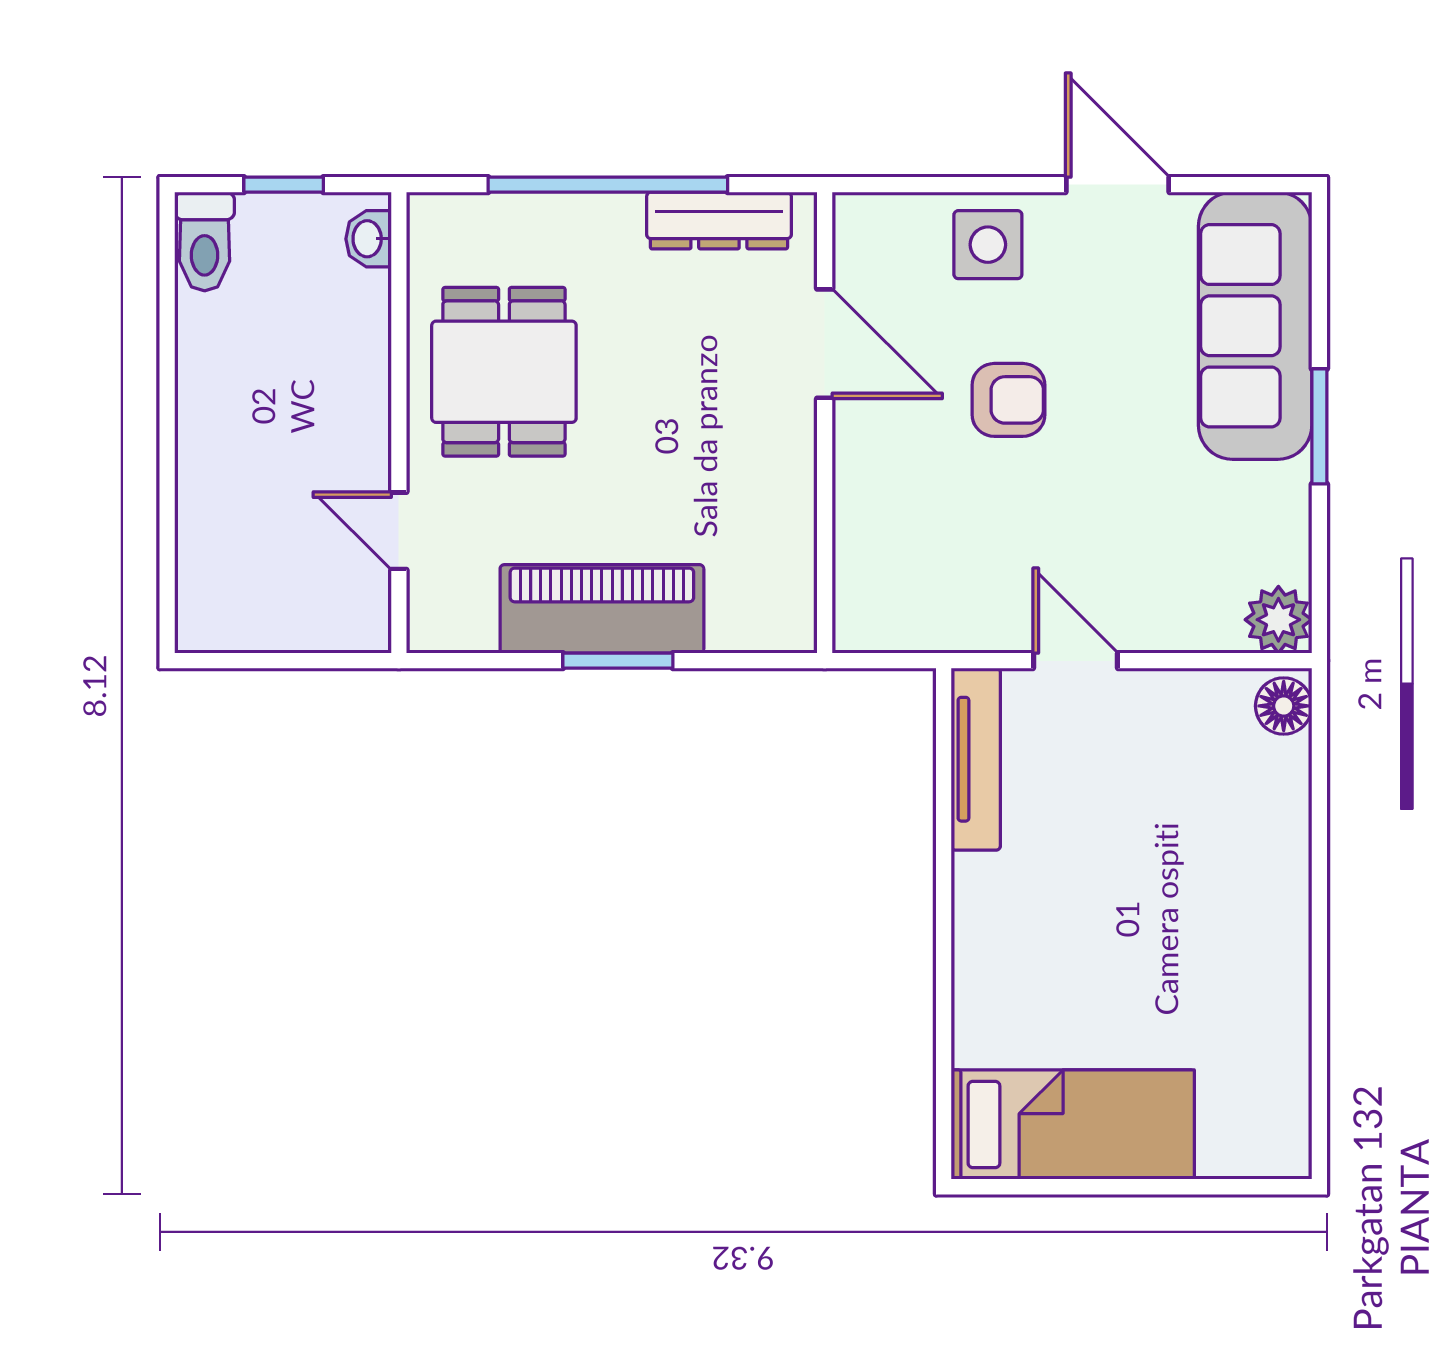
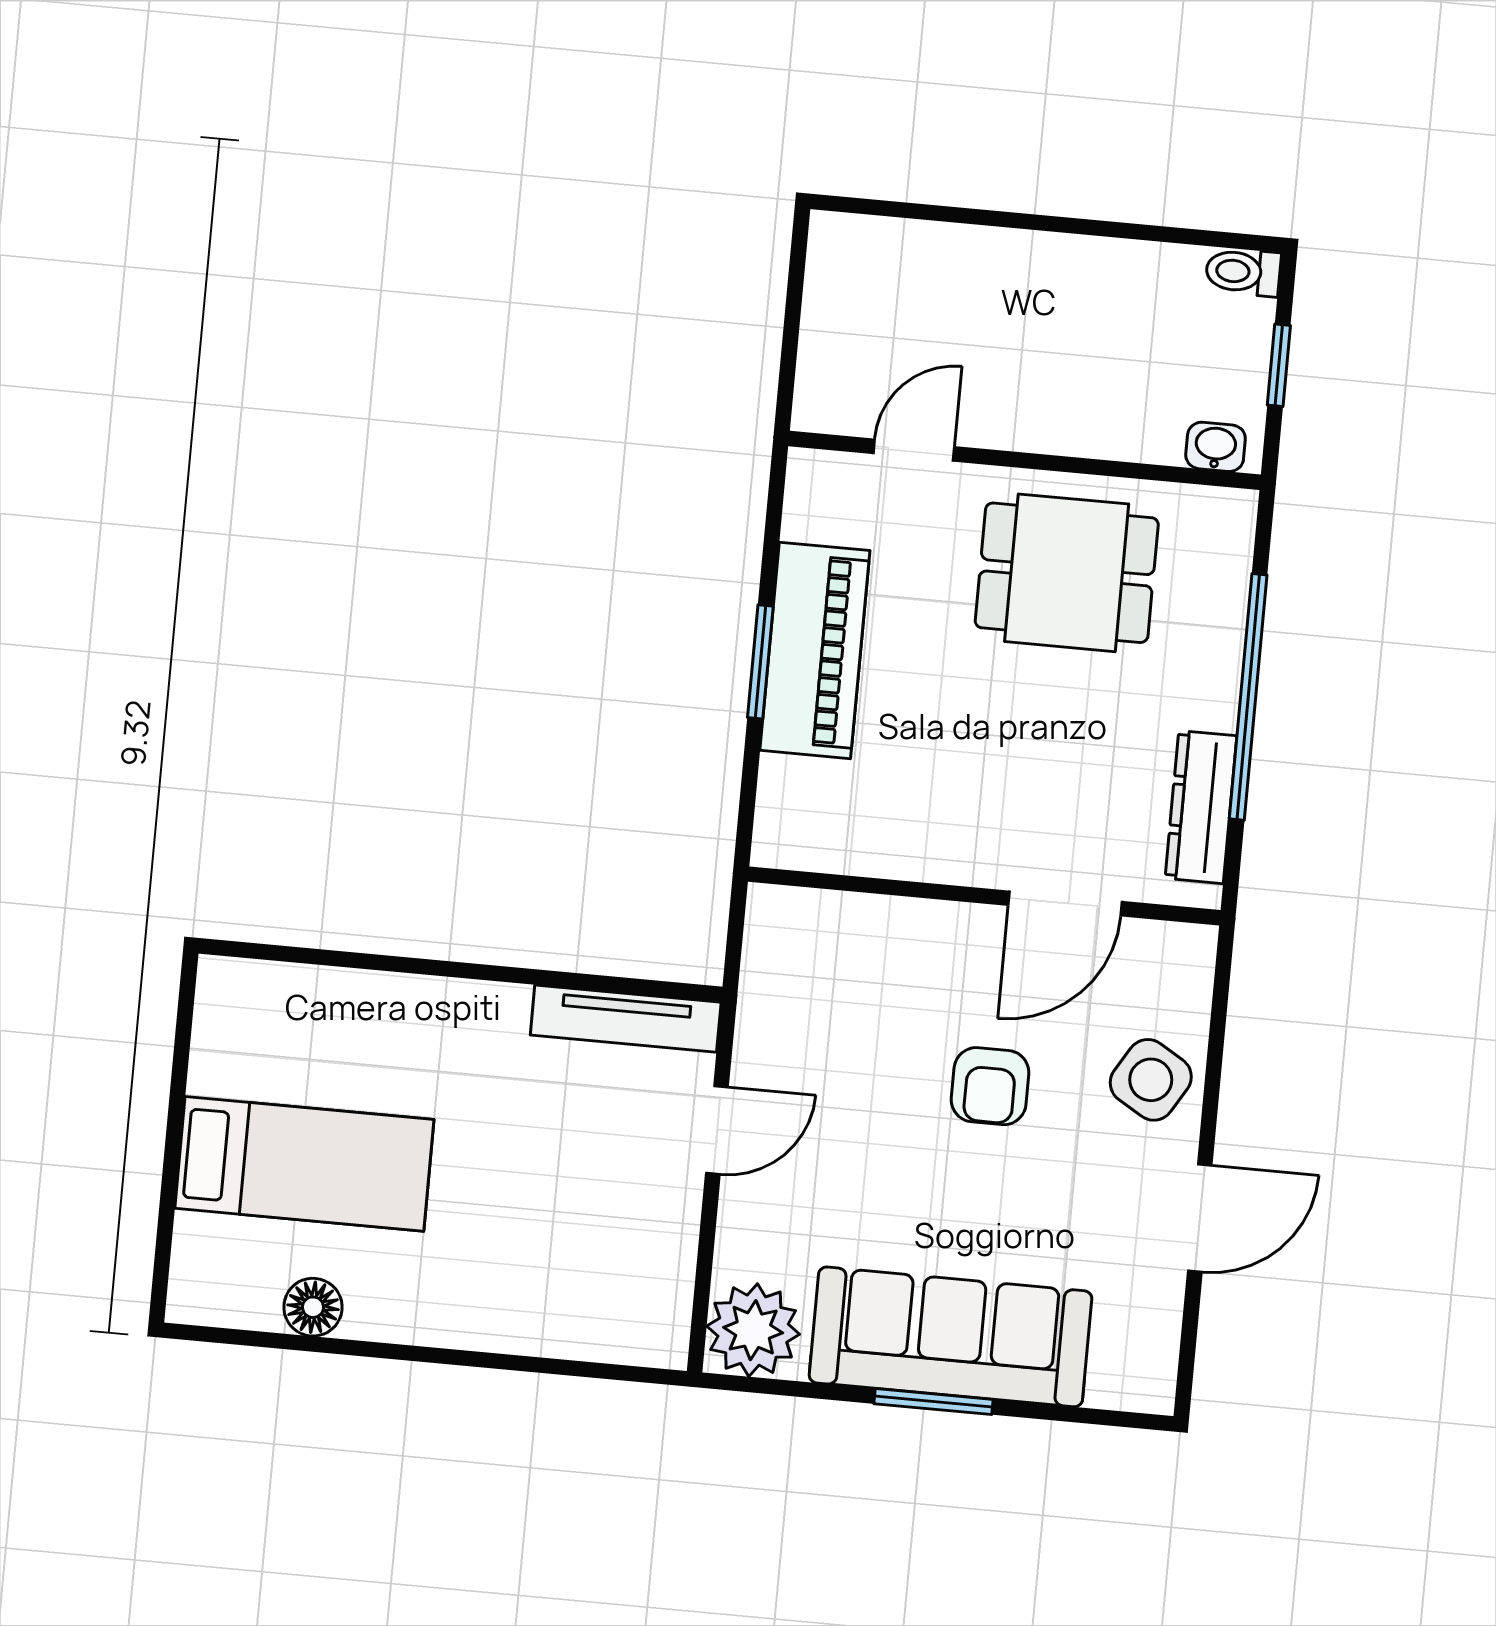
toilet: (205, 241) -> (1243, 272), width x0.73, depth x0.72
side table: (988, 245) -> (1151, 1080), turned 31
sofa: (1255, 326) -> (951, 1337), moved
plant: (1278, 620) -> (753, 1330), width x1.36, depth x1.36
floor lamp: (1284, 706) -> (313, 1307), moved
bed: (1073, 1125) -> (304, 1164), moved, turned -90

